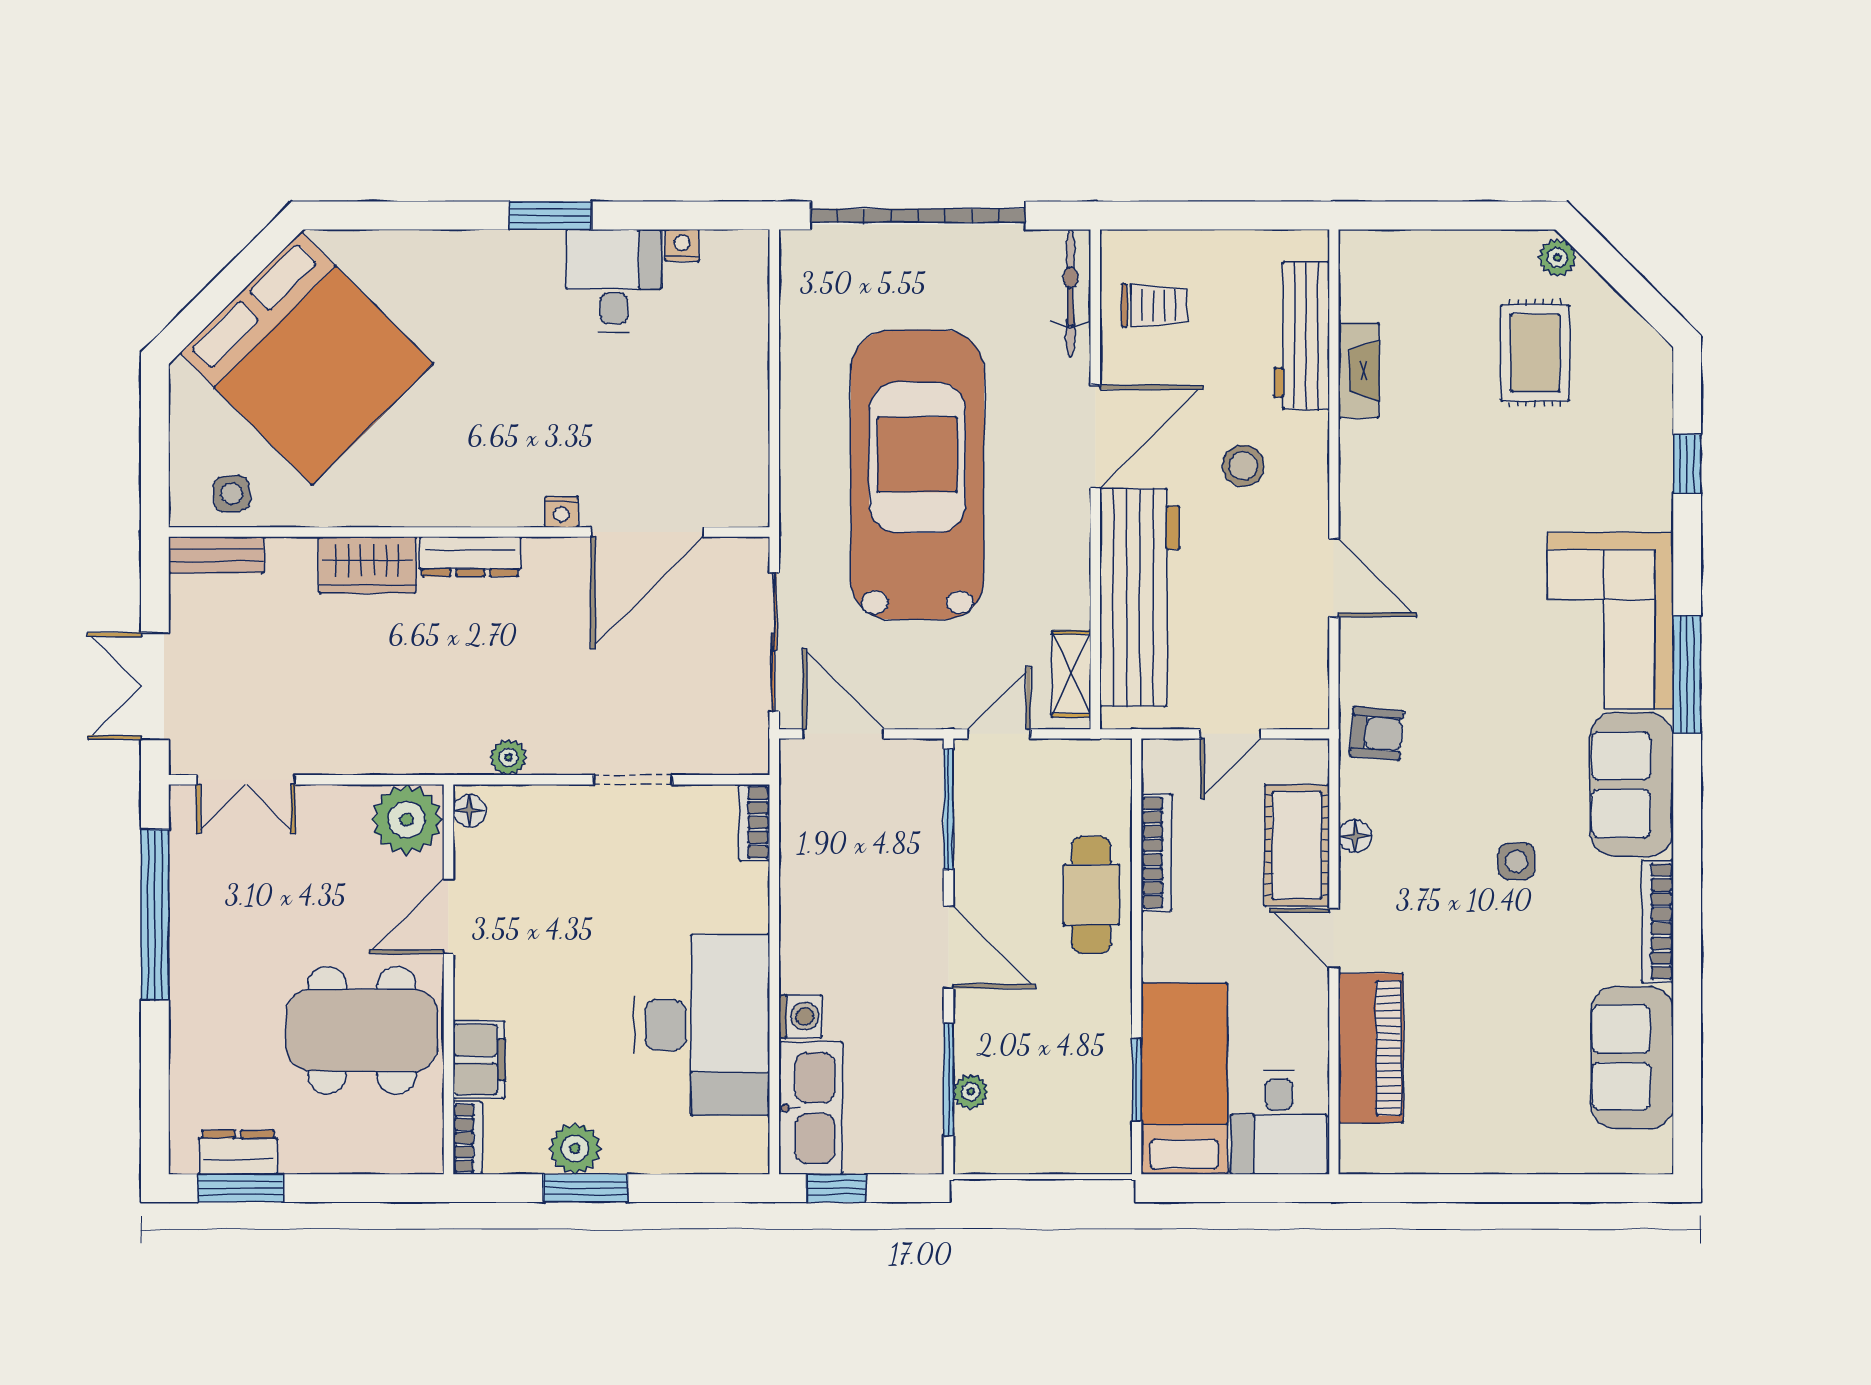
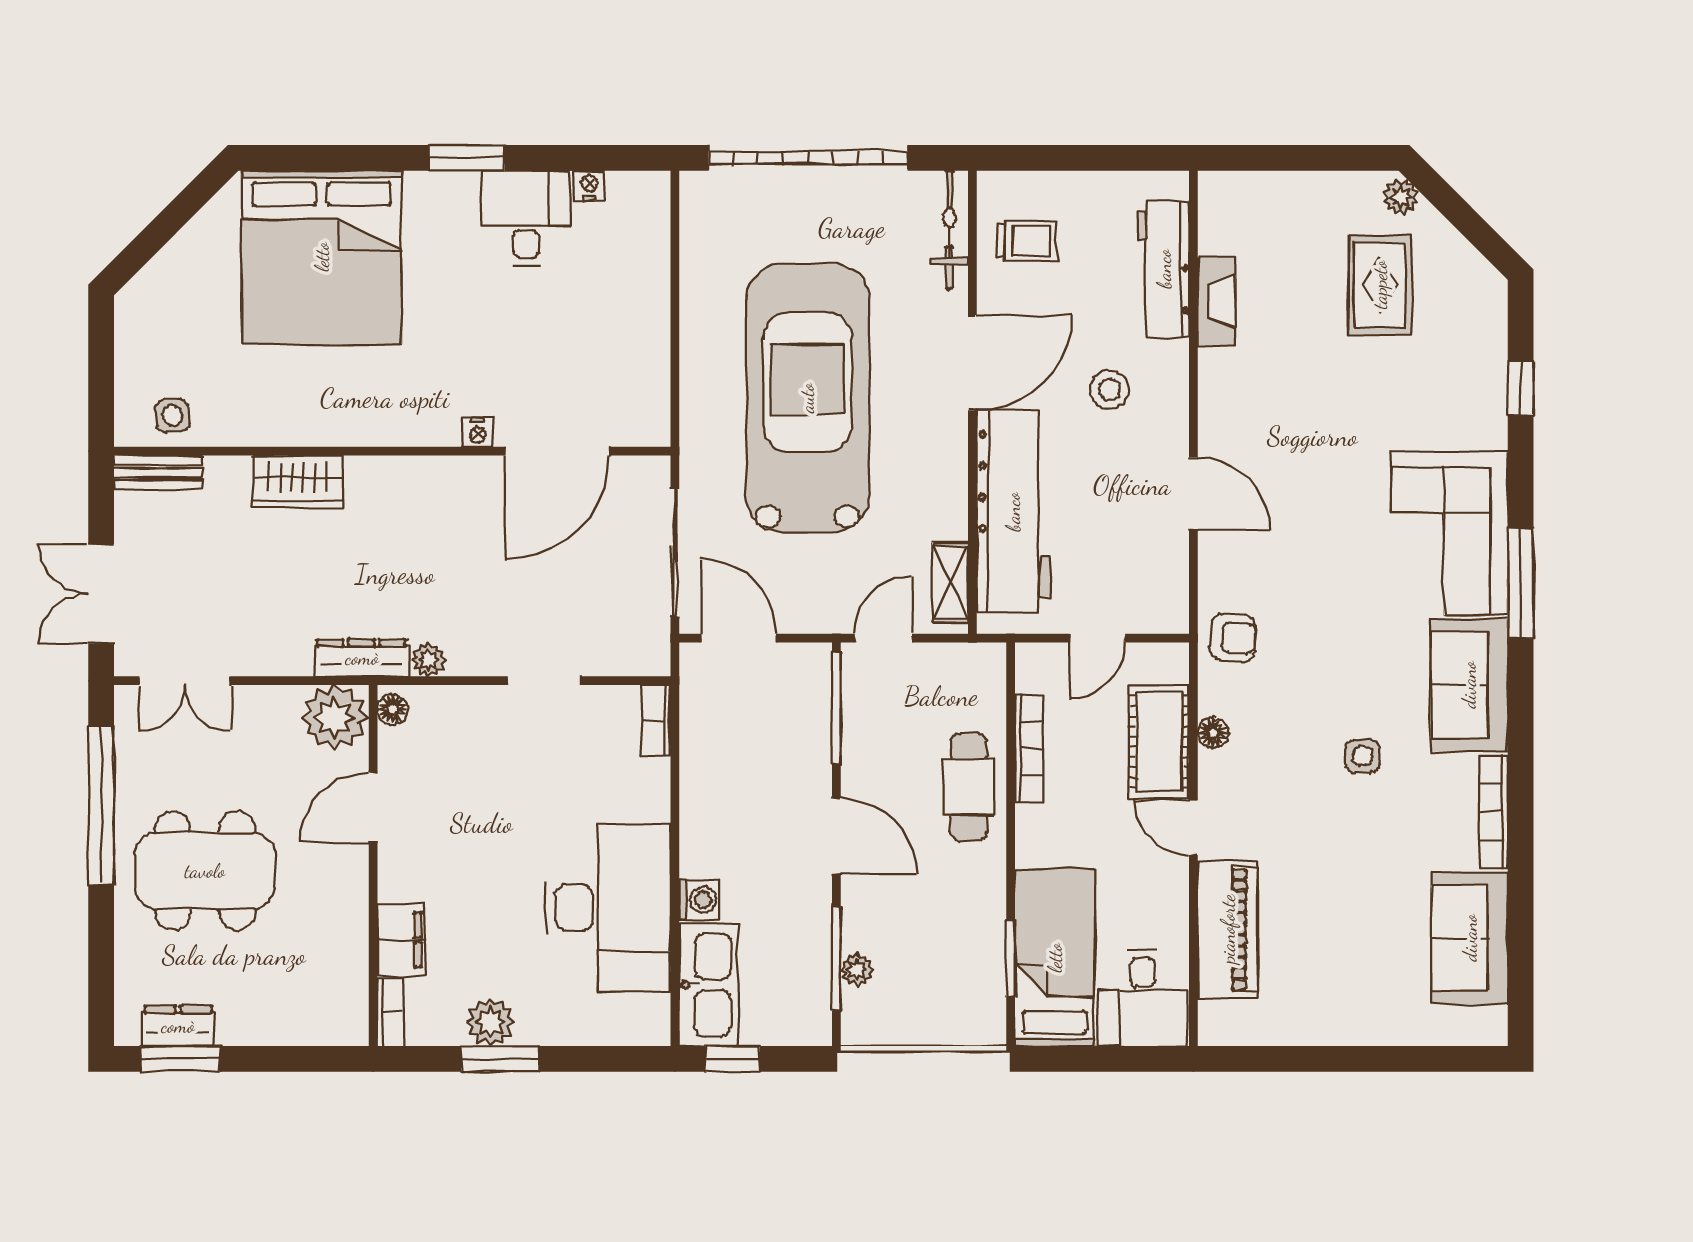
bed: (307, 358) -> (322, 257), moved, turned 45
dresser: (470, 556) -> (362, 658), moved, turned 180
dining table: (362, 1030) -> (205, 871), moved

